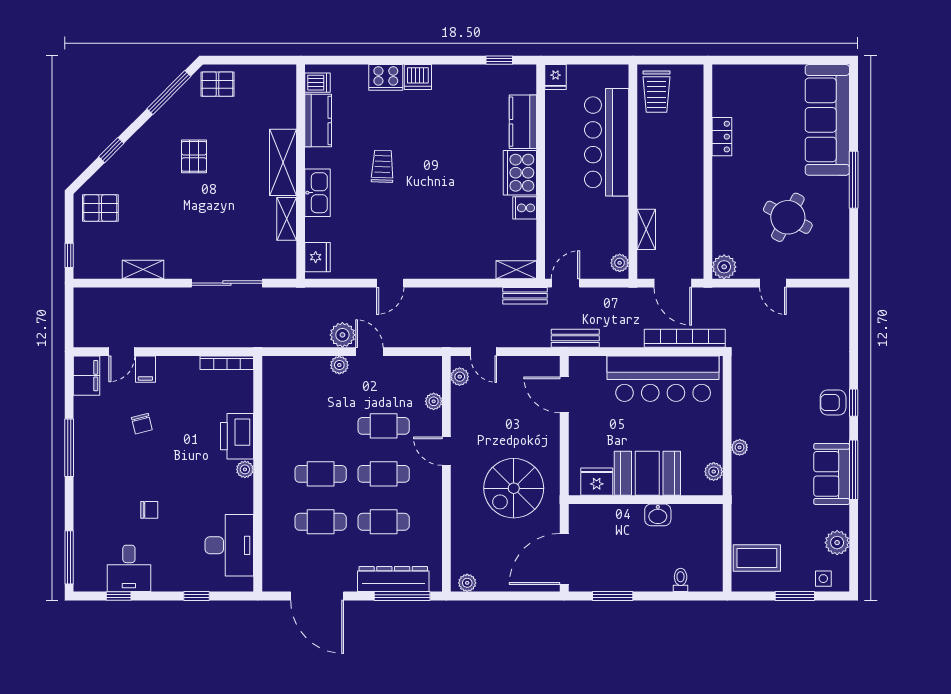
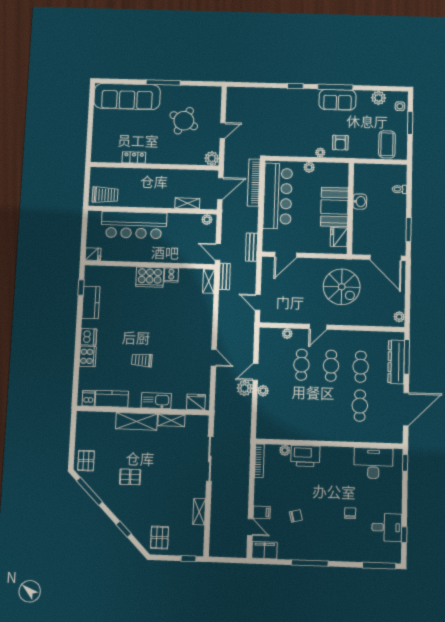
kitchen counter: (523, 122) -> (91, 302), moved, turned -90
door: (484, 352) -> (258, 302), swing flipped
plant: (460, 377) -> (273, 317), removed
armchair: (833, 403) -> (340, 143), moved
plant: (245, 469) -> (285, 450), moved
plant: (714, 472) -> (309, 167), moved
cafe table: (321, 474) -> (330, 405), removed
window: (197, 596) -> (405, 463), moved

